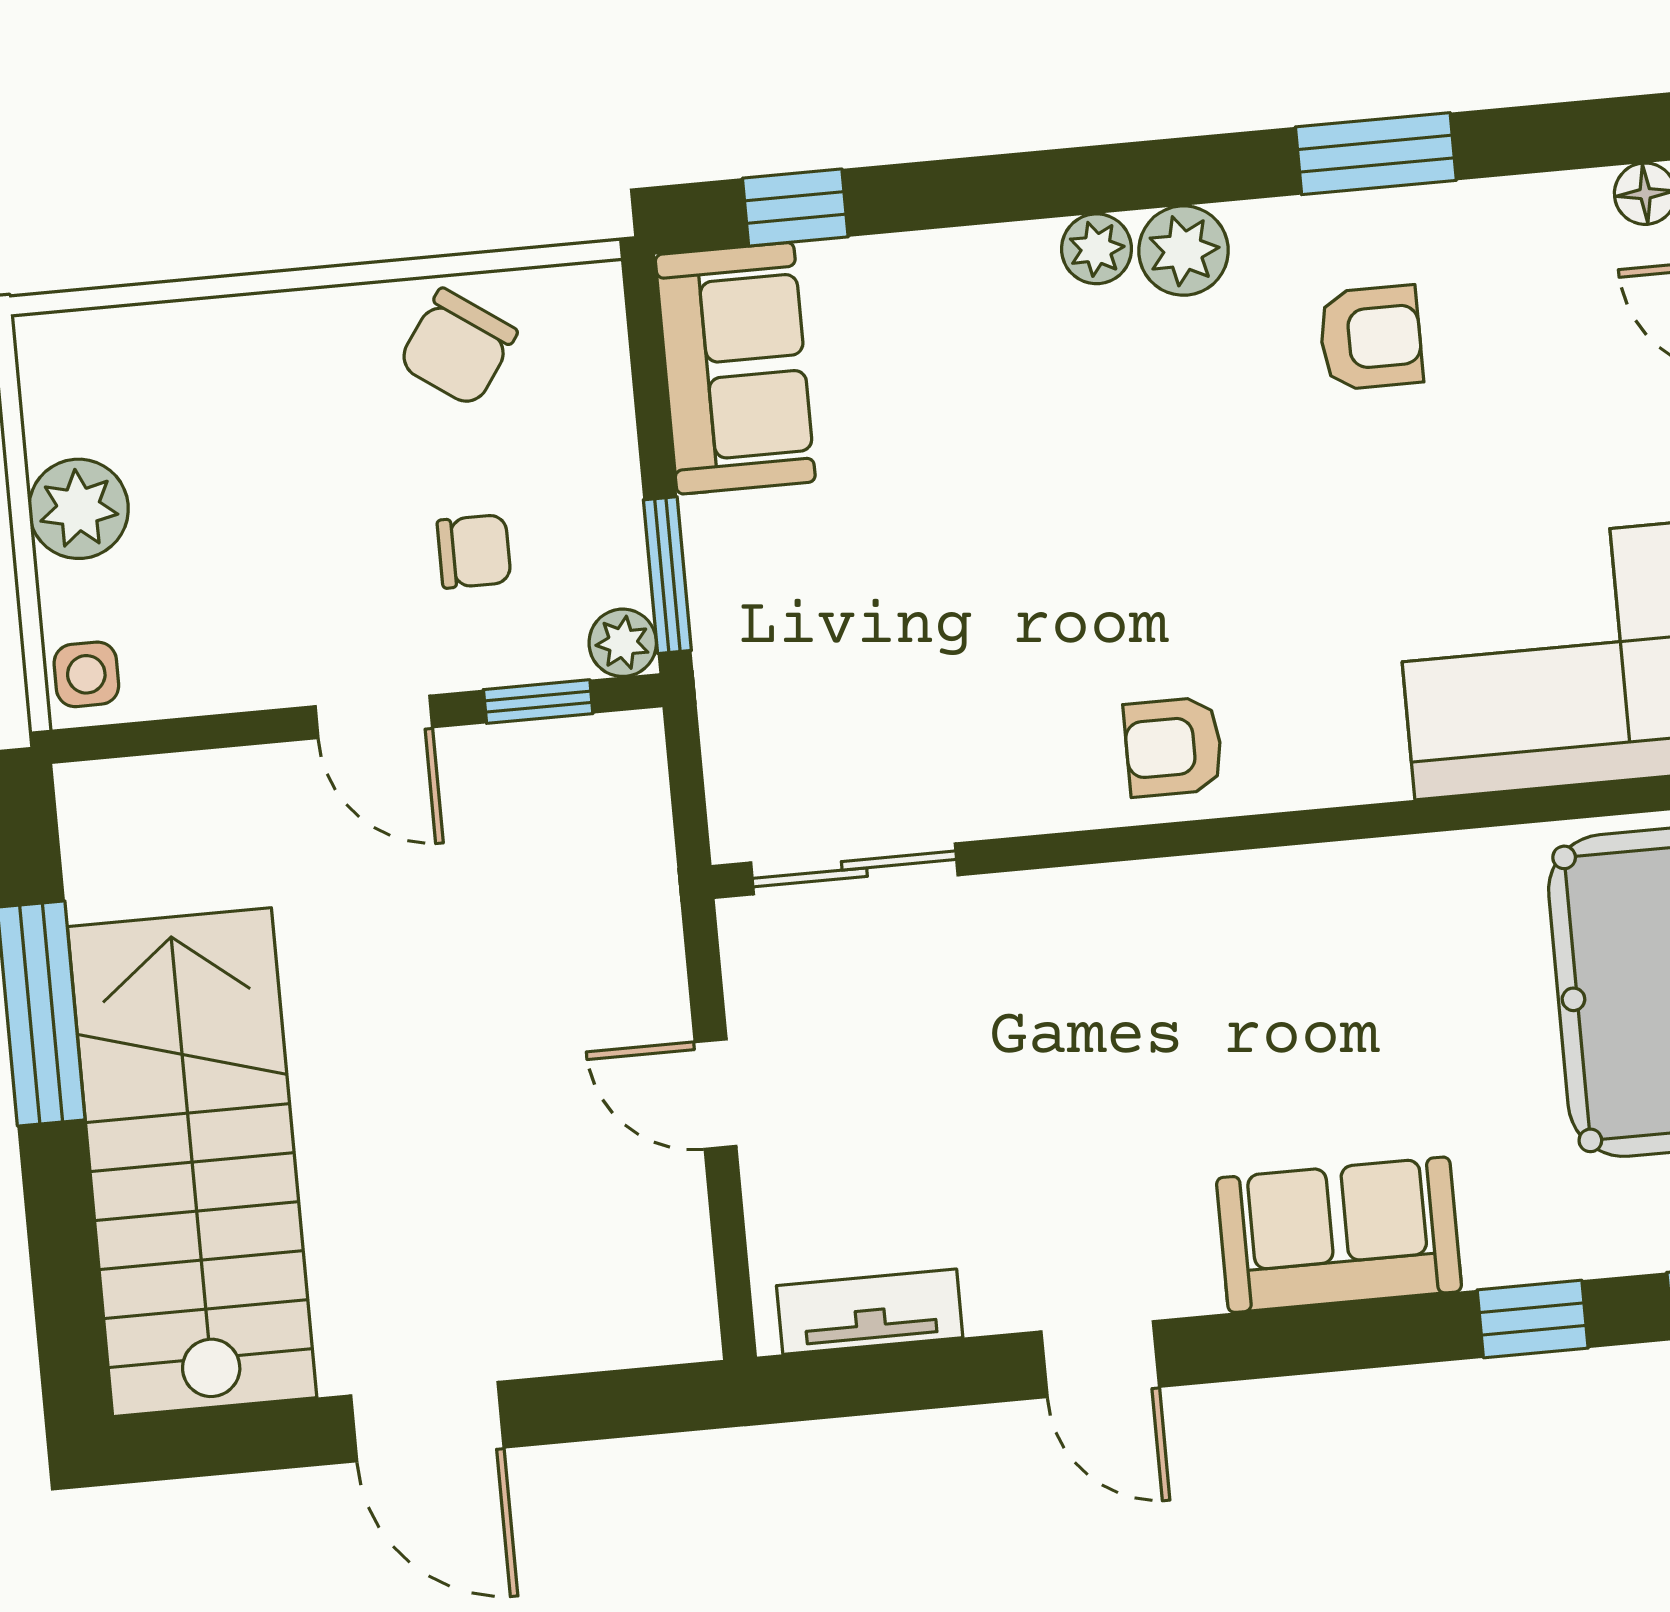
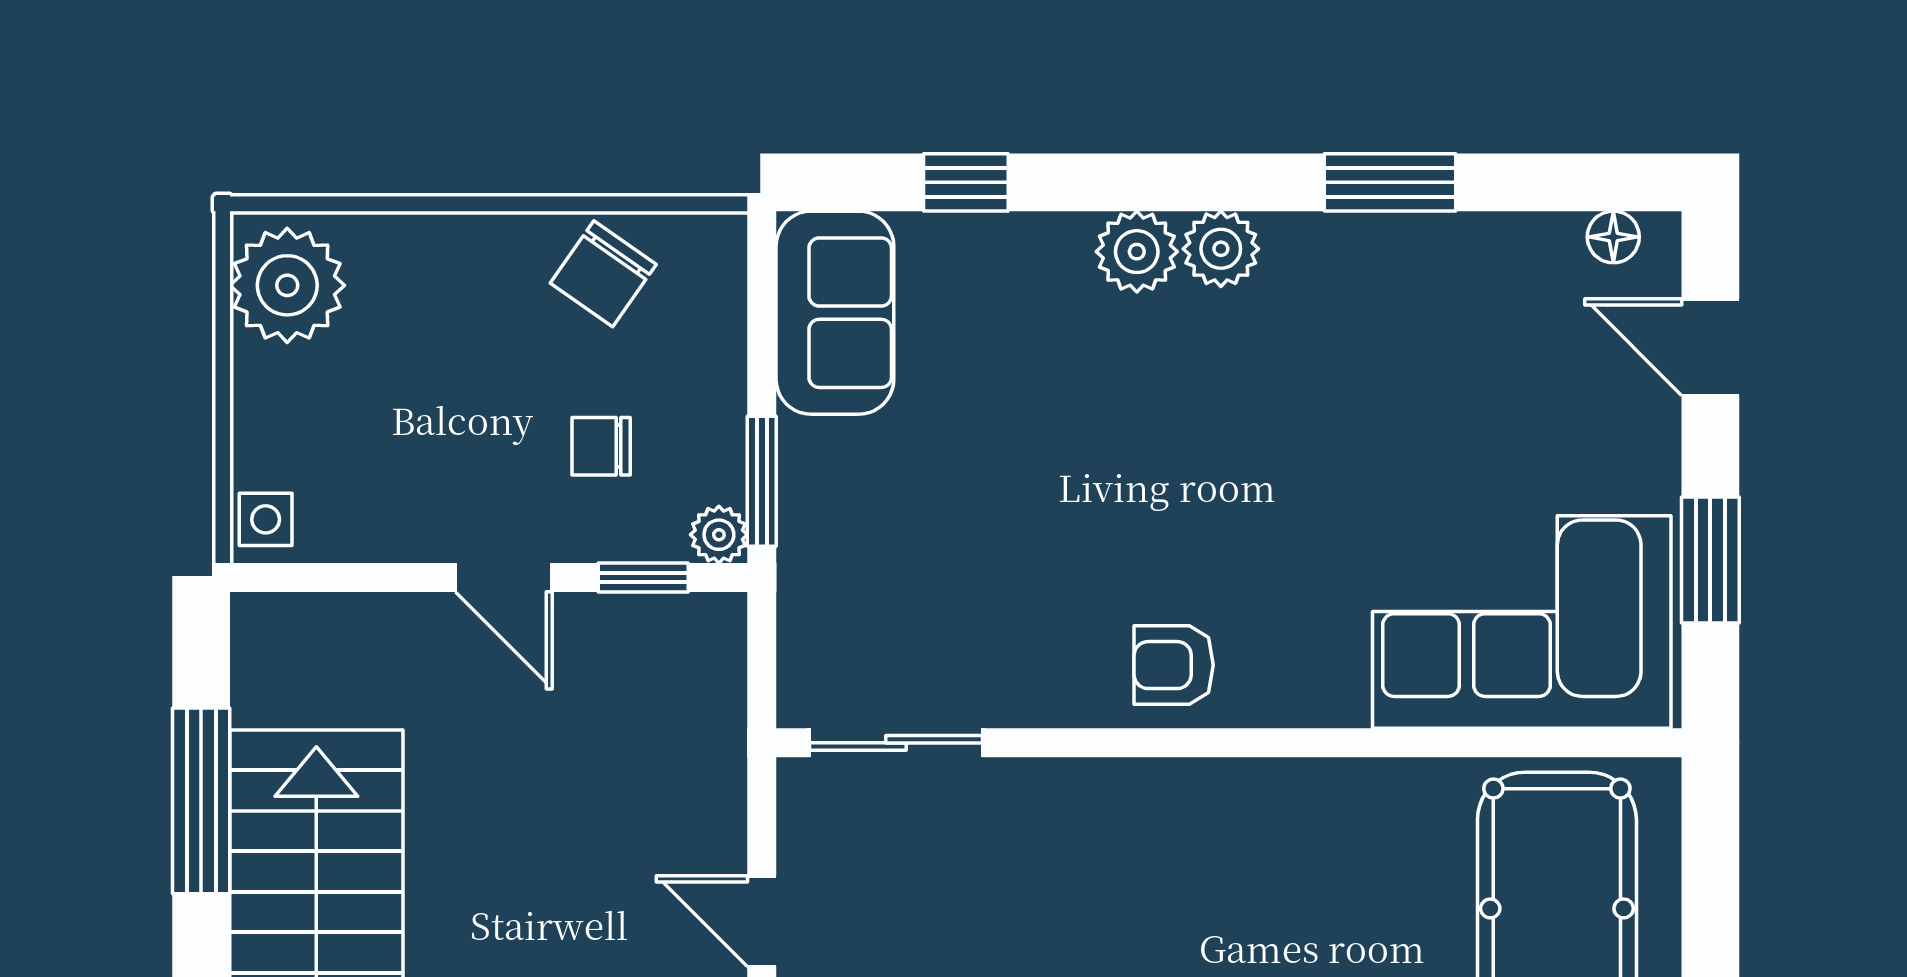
window: (795, 207) -> (966, 182), moved
plant: (1096, 249) -> (1137, 252), width x1.38, depth x1.38
armchair: (1371, 338) -> (1371, 337), removed
plant: (79, 509) -> (287, 285), moved, width x1.36, depth x1.36
chair: (474, 551) -> (601, 446), turned 180

